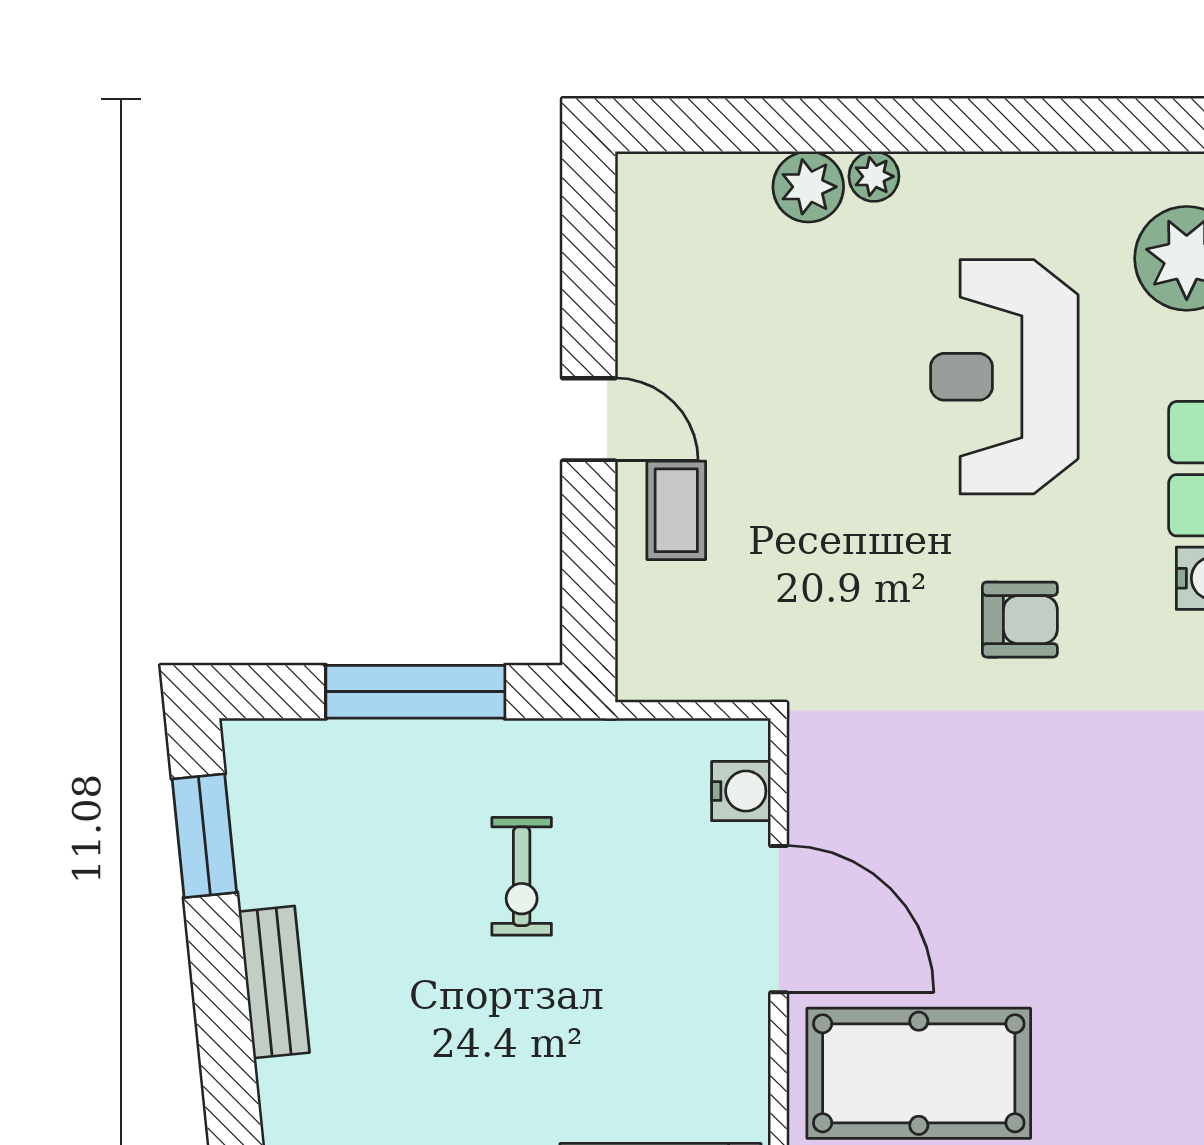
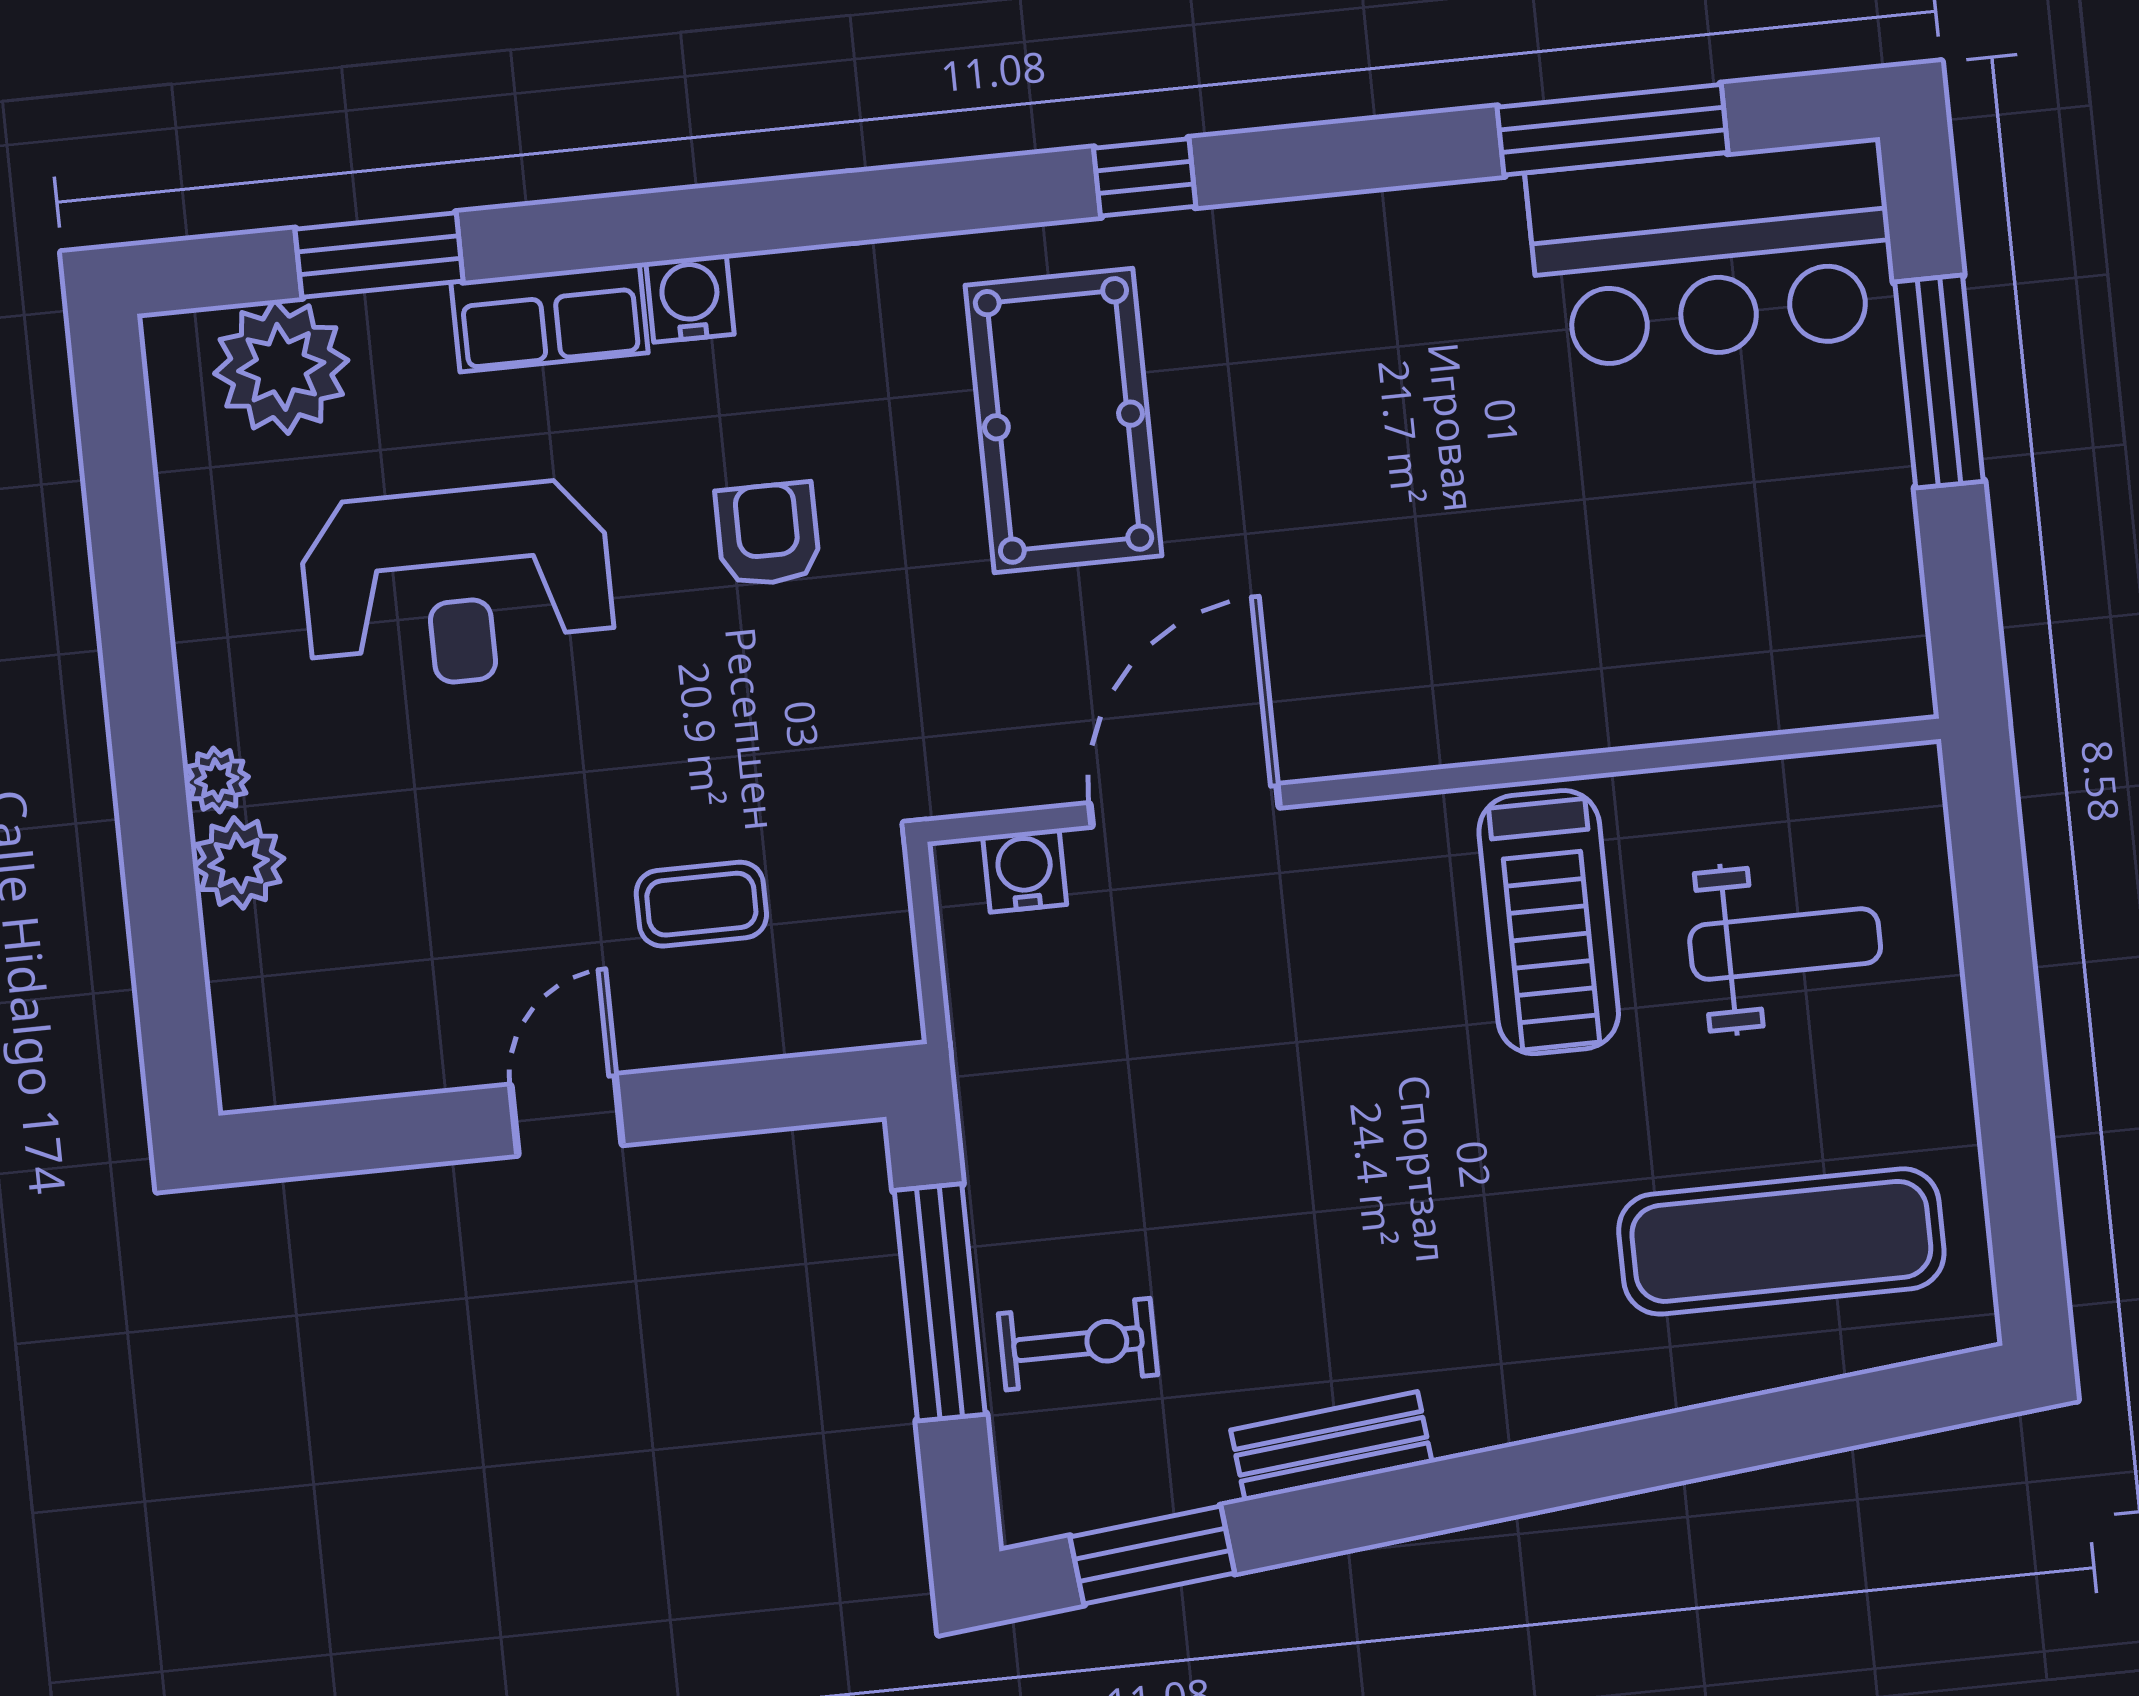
coffee table: (676, 510) -> (701, 904), moved
exercise bike: (522, 876) -> (1078, 1344), moved
pool table: (919, 1073) -> (1063, 420), moved

